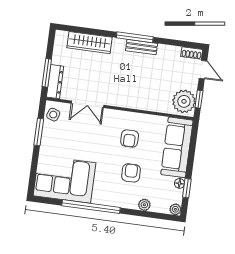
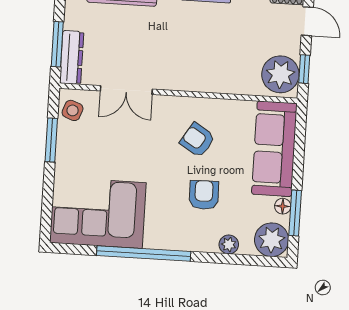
armchair: (130, 139) -> (197, 140), turned 122
window: (187, 188) -> (295, 213), width x1.50
plant: (175, 209) -> (272, 240), width x1.87, depth x1.87

